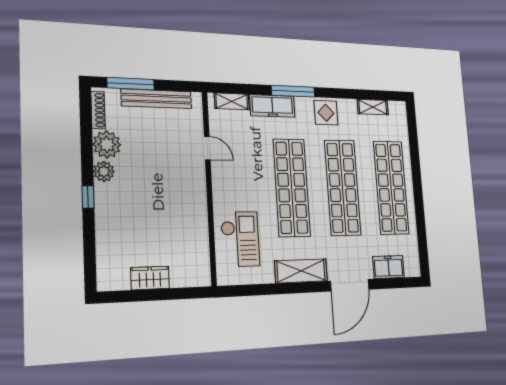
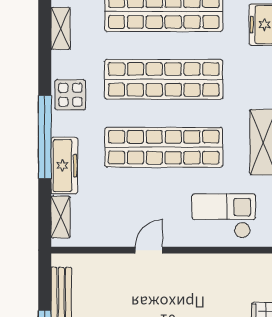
window: (293, 91) -> (45, 137), width x1.46
door: (207, 148) -> (149, 250), moved

